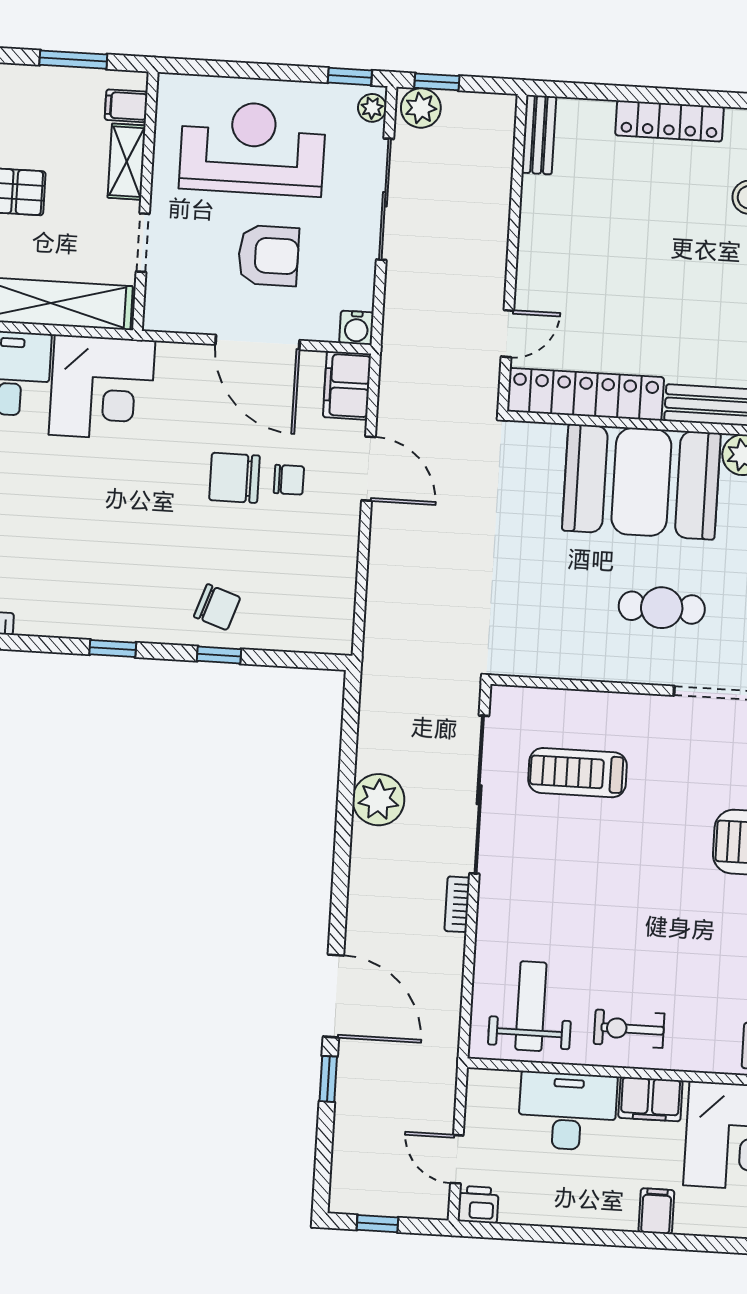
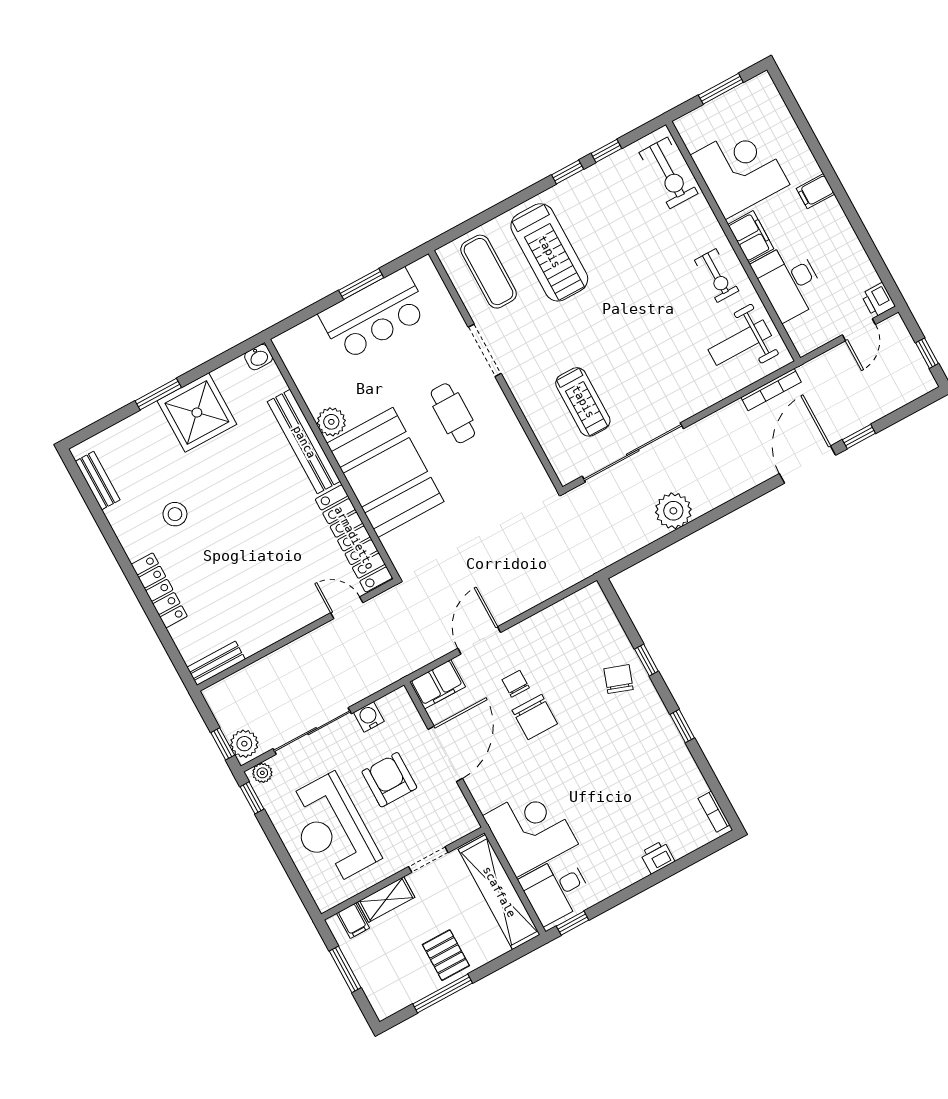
water cooler: (356, 328) -> (369, 717), moved, turned -90
bookcase: (457, 904) -> (771, 390), moved, width x1.56

